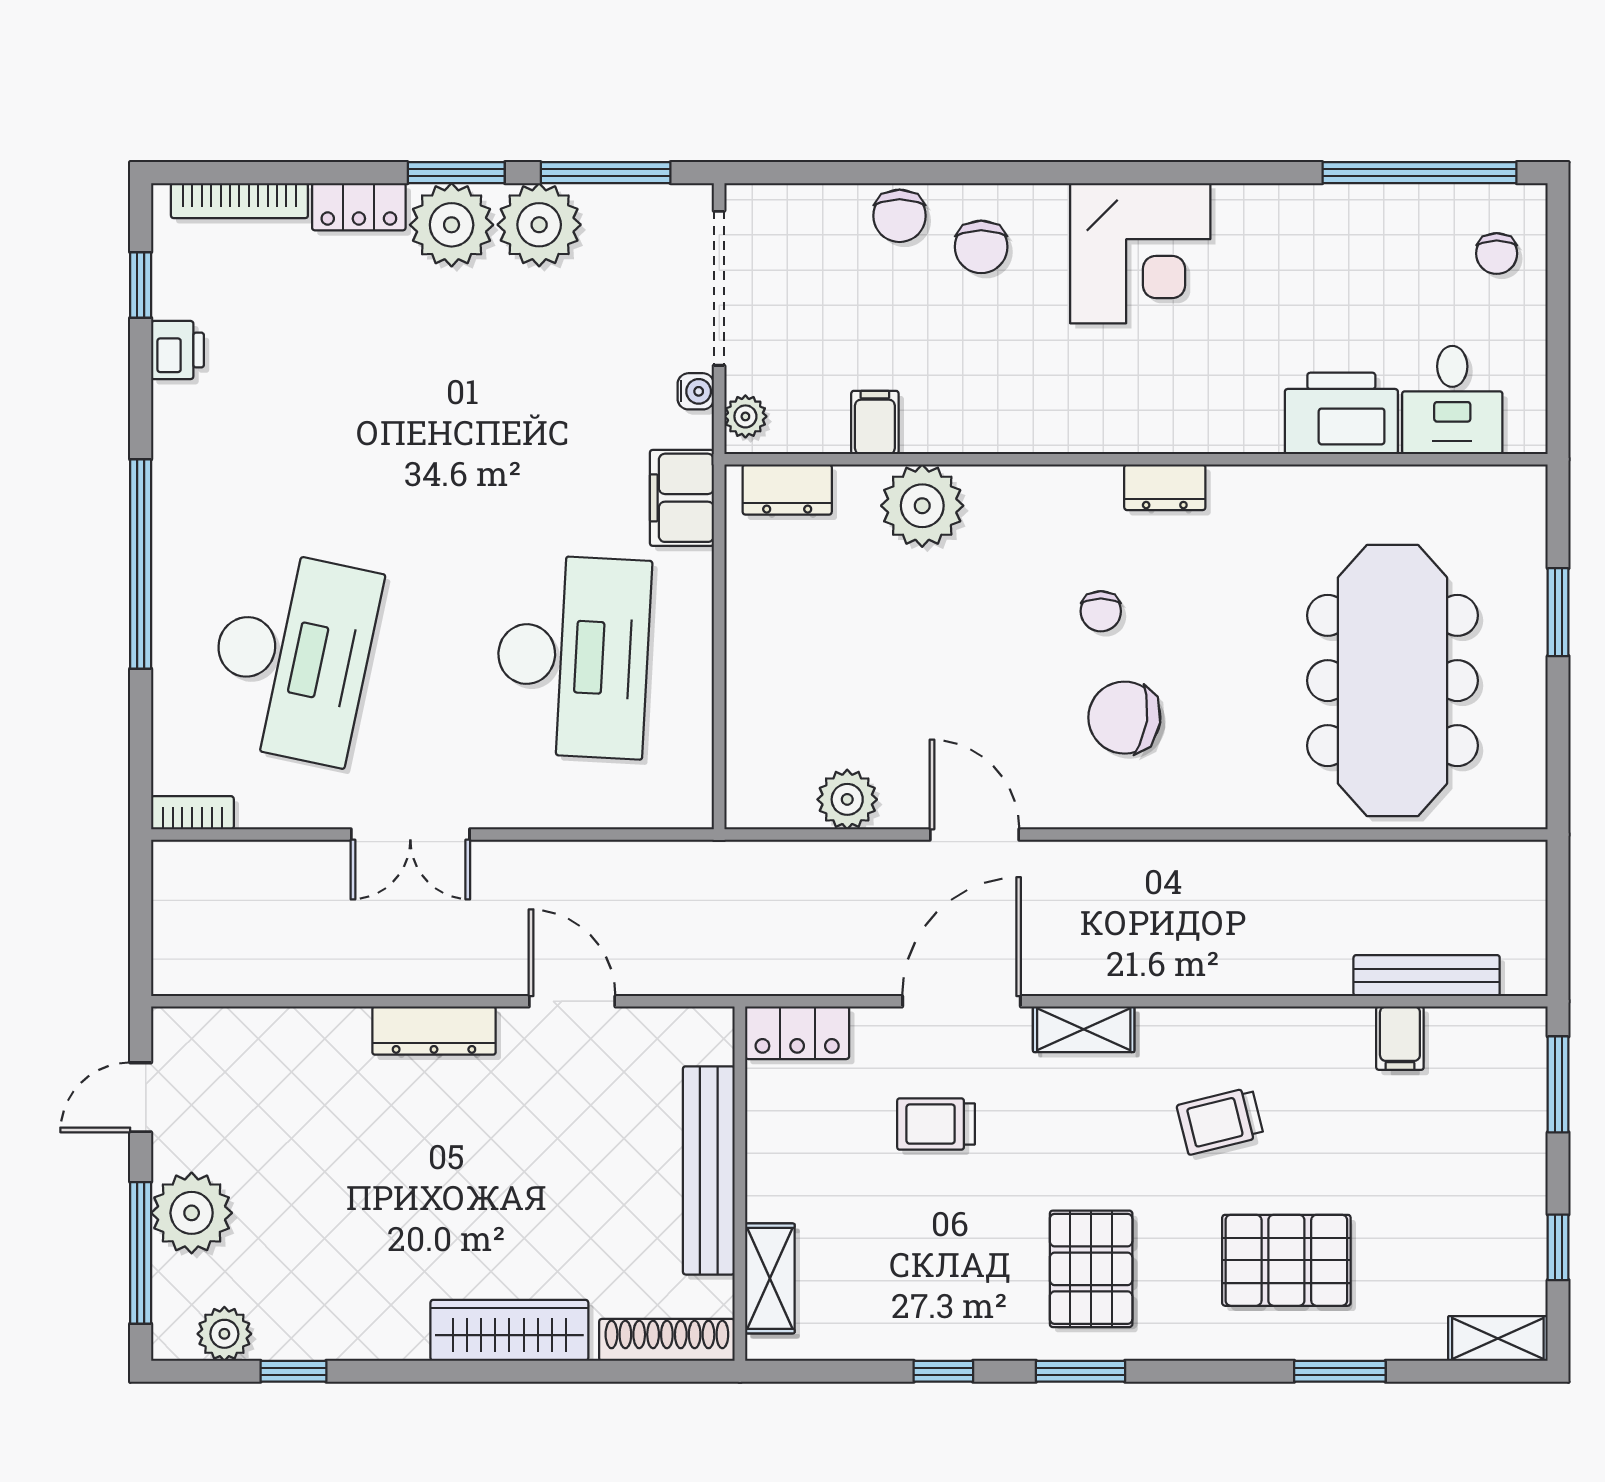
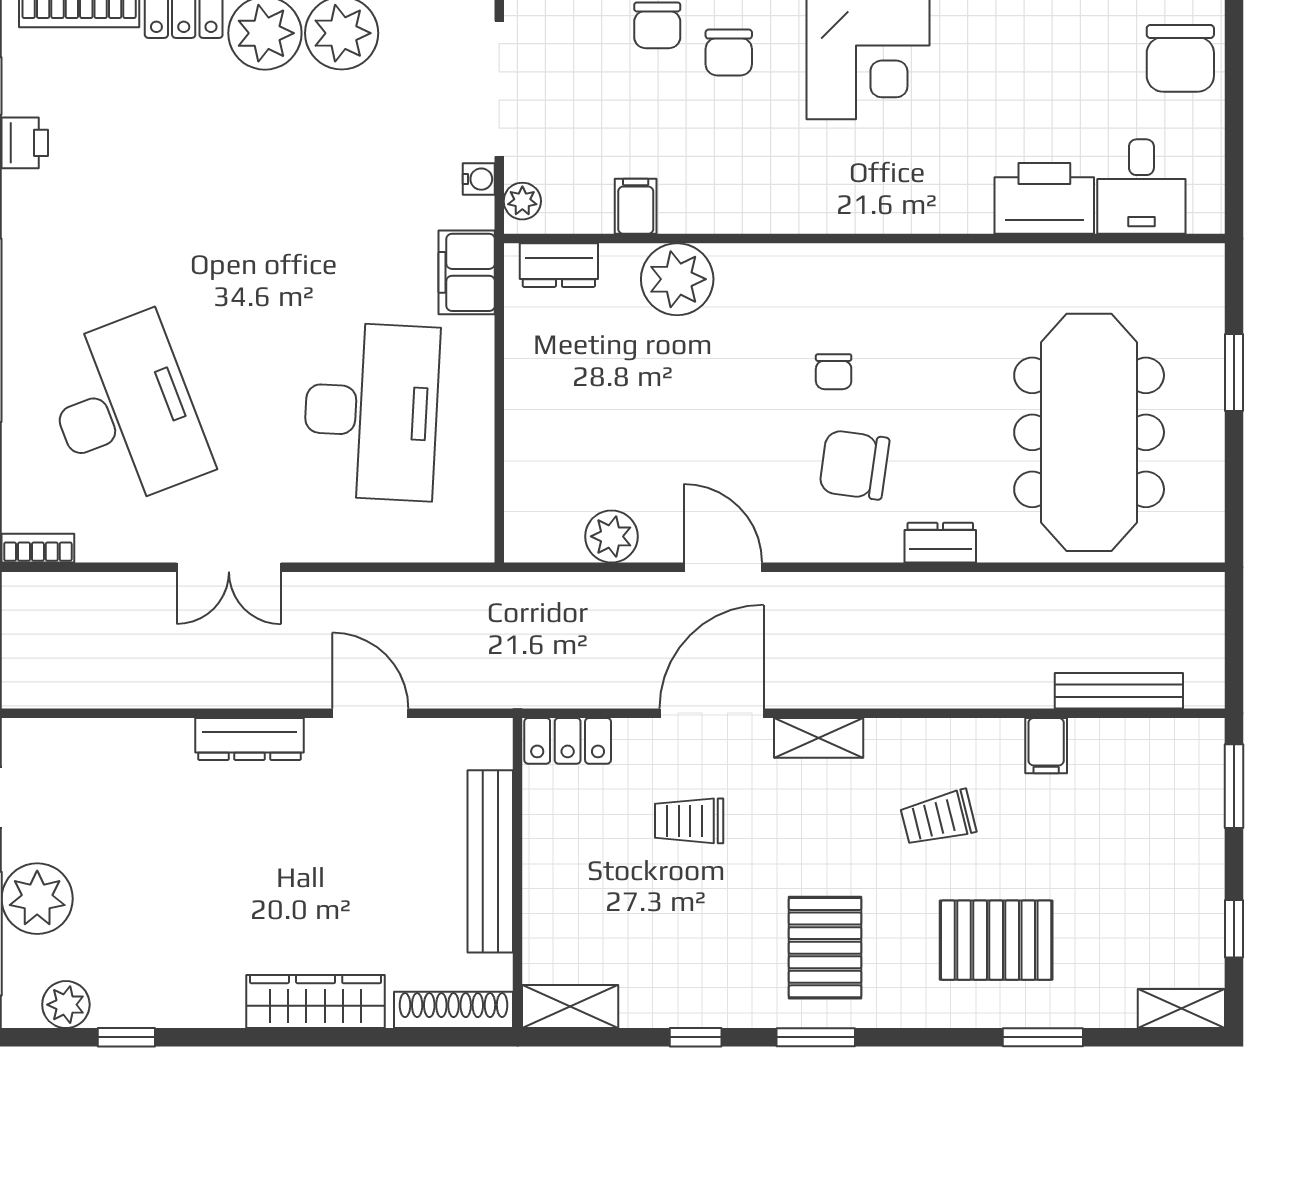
chair: (1497, 254) -> (1180, 58), width x1.87, depth x1.87
dresser: (1165, 487) -> (940, 543), moved, turned 180
desk: (292, 656) -> (125, 411), turned -33
filing cabinet: (1400, 1038) -> (1046, 746), moved
shelving: (770, 1278) -> (570, 1007), moved, turned 90

